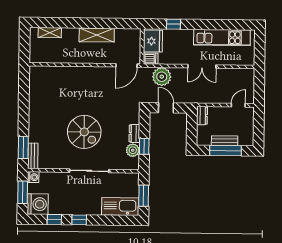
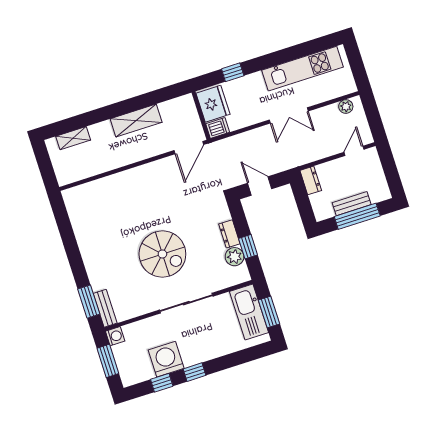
plant: (162, 77) -> (346, 107), moved, width x0.53, depth x0.53
washing machine: (38, 204) -> (166, 359), moved, turned -90
kitchen sink: (120, 207) -> (249, 312), moved, turned -90

